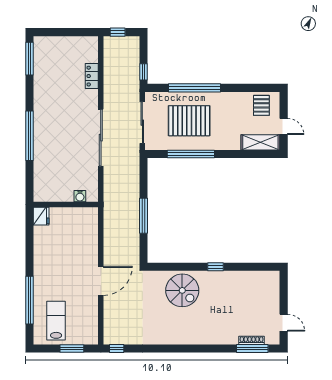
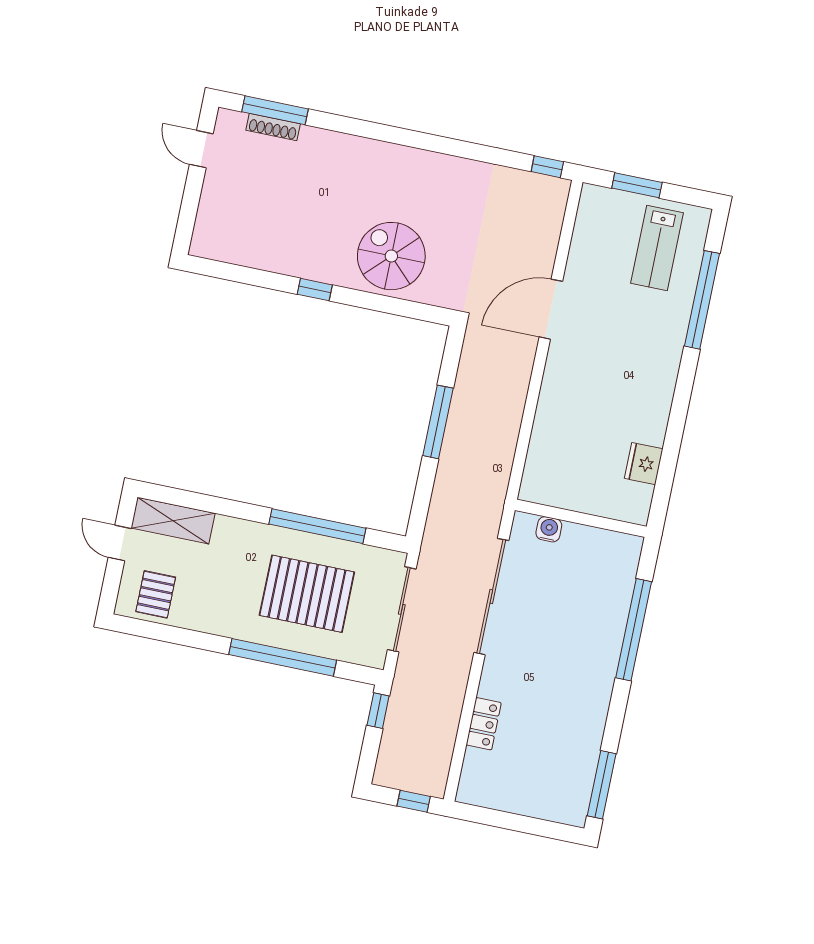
water cooler: (80, 196) -> (549, 529), moved
wall: (66, 205) -> (581, 518), moved

